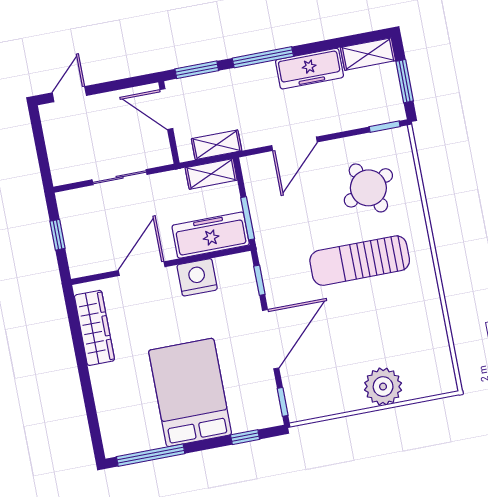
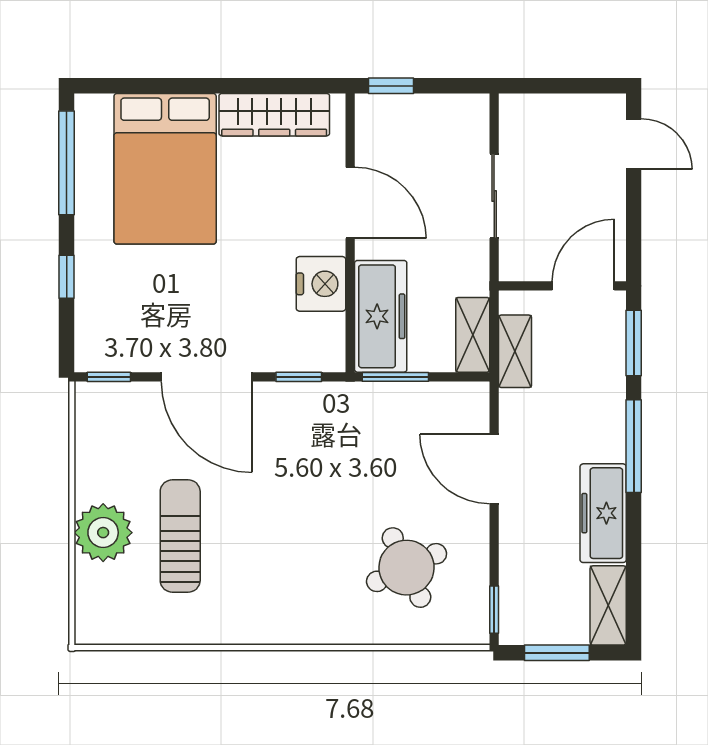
window: (57, 235) -> (391, 86), moved
sun lounger: (360, 261) -> (180, 536), moved, width x0.73, depth x0.75
bed: (190, 392) -> (165, 169), moved, turned 90
window: (245, 437) -> (67, 277), moved

